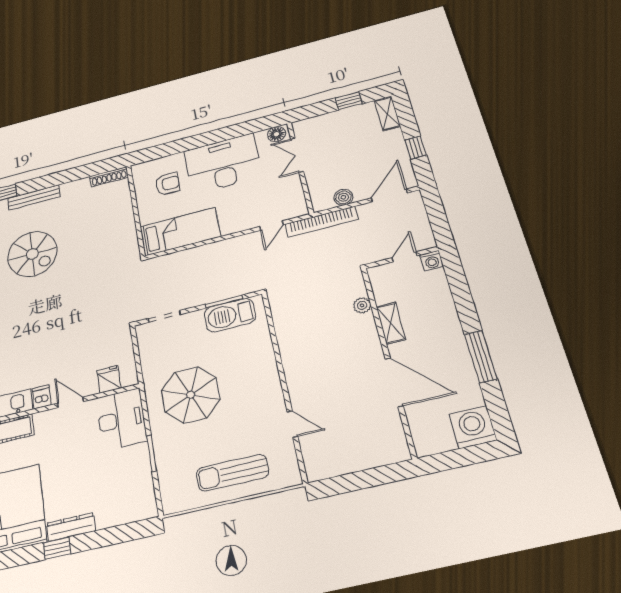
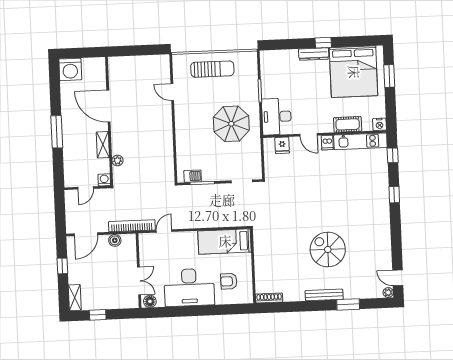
washing machine: (432, 261) -> (104, 180), moved
barbecue: (230, 315) -> (193, 176), width x0.53, depth x0.65
window: (481, 357) -> (57, 132), moved

